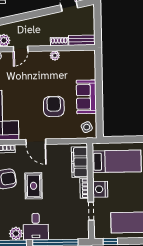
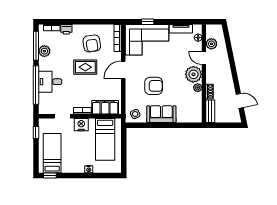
plant: (40, 61) -> (193, 74), added
desk: (36, 227) -> (50, 82), moved

